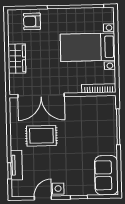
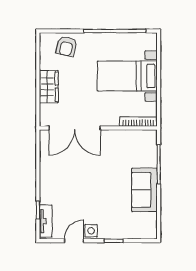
armchair: (32, 21) -> (66, 46), turned -77
rug: (41, 136) -> (74, 172), removed
tv unit: (16, 165) -> (46, 221), moved
sofa: (106, 175) -> (144, 190), moved

